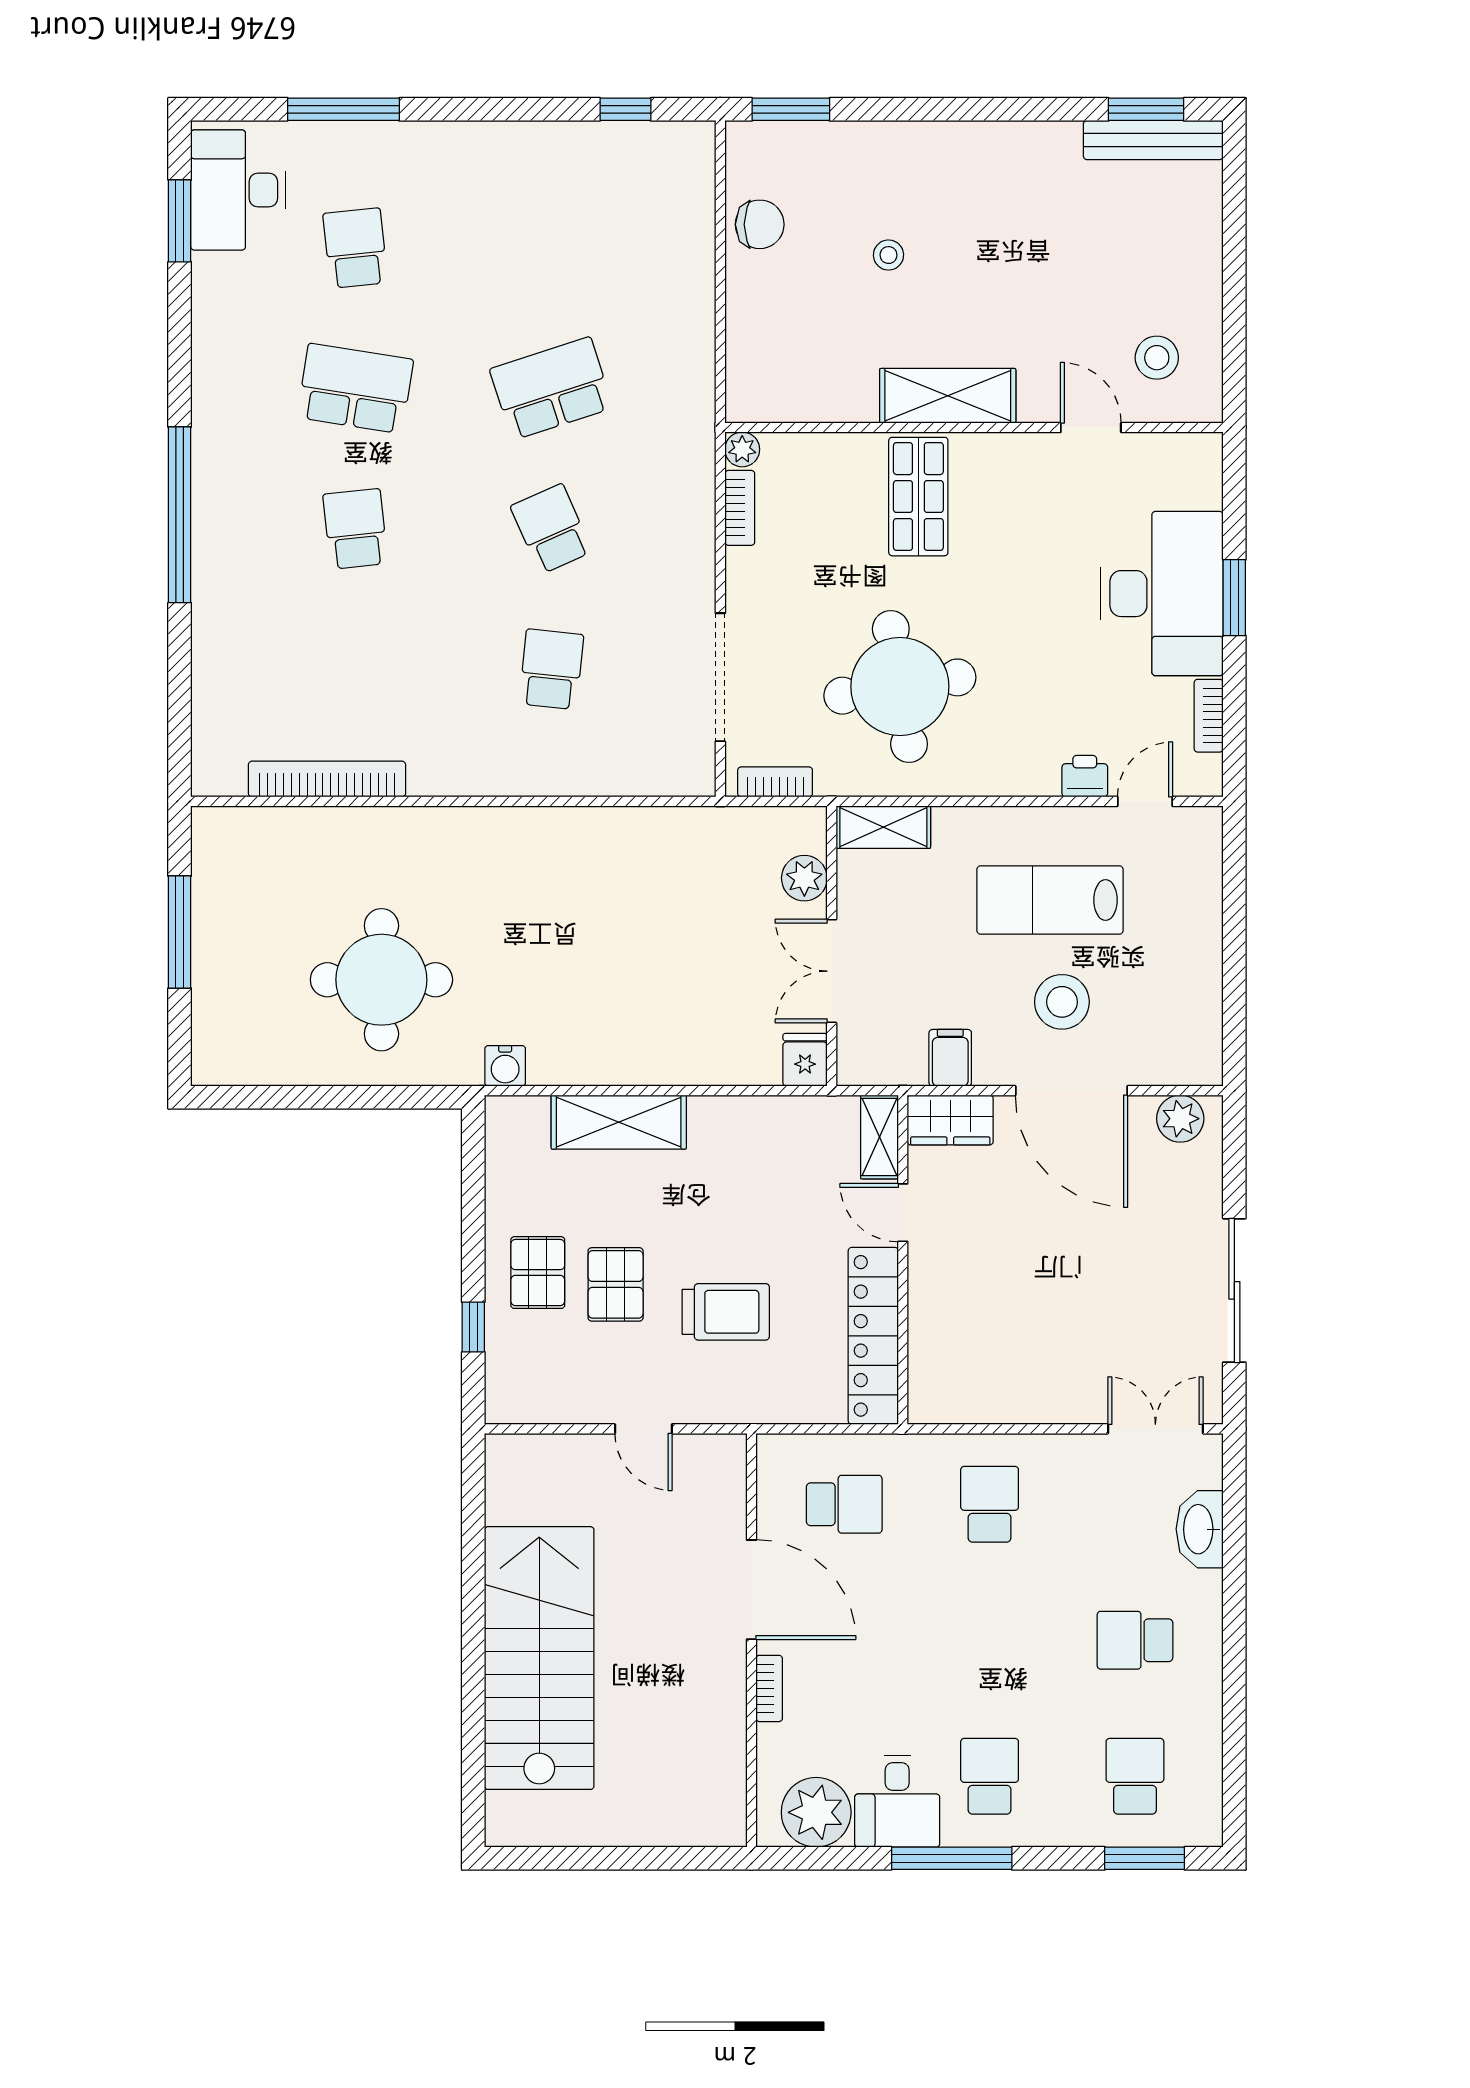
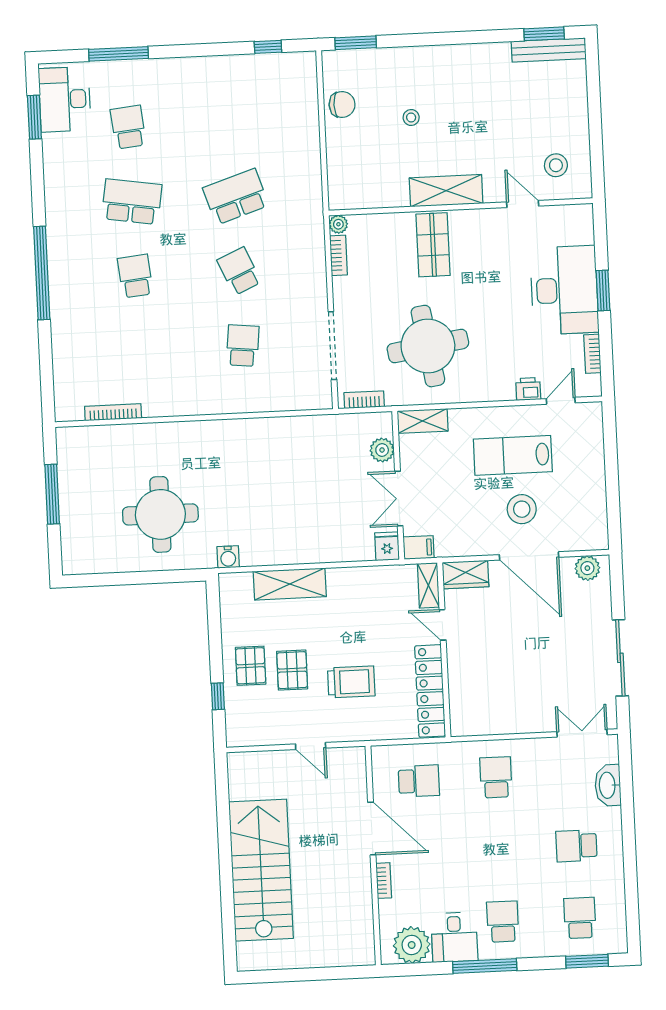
bookcase: (327, 779) -> (113, 412), width x0.68, depth x0.76
filing cabinet: (950, 1058) -> (419, 548), moved, turned 90

